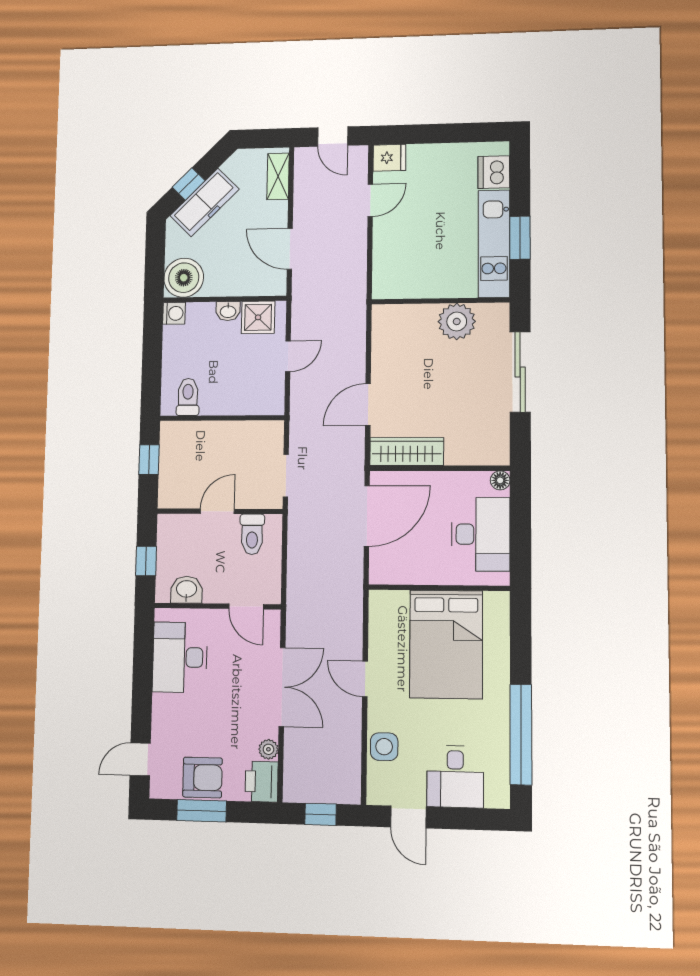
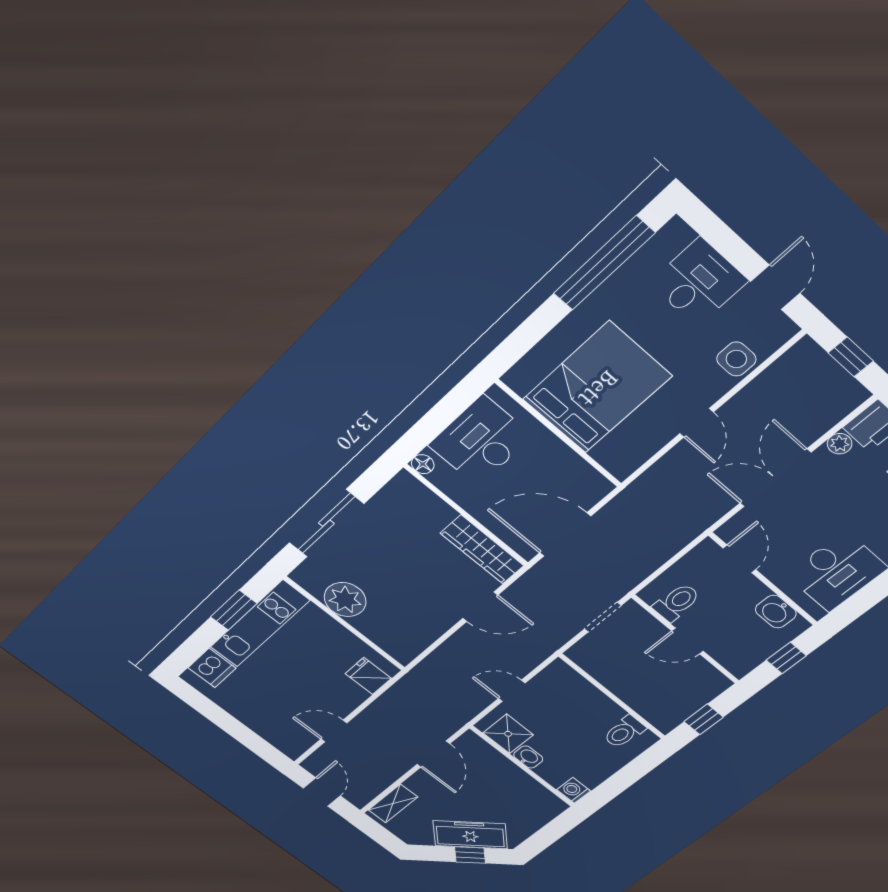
fridge: (389, 158) -> (368, 676), moved
boiler: (184, 278) -> (540, 805), removed

